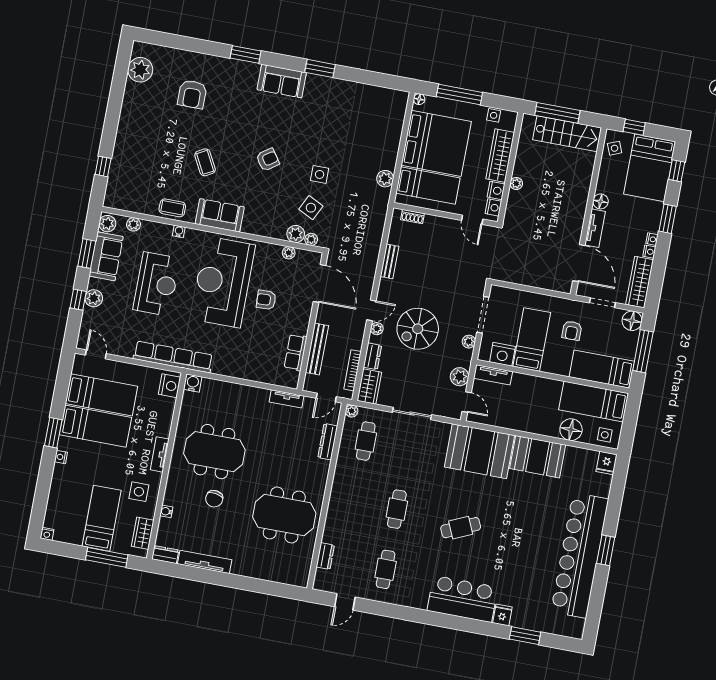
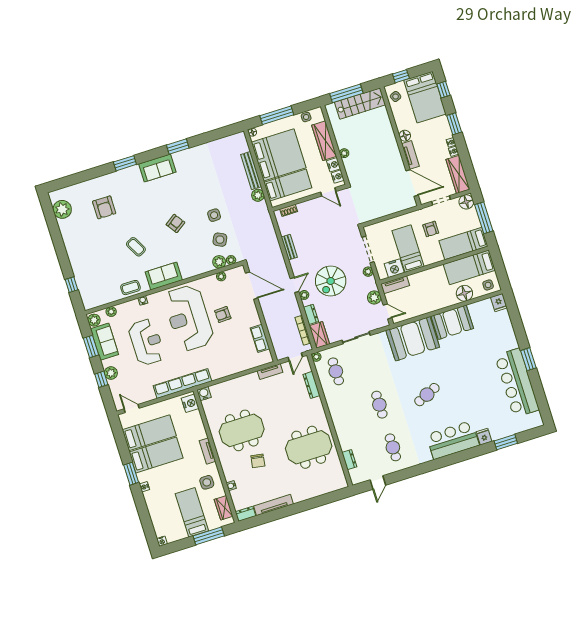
bench: (317, 349) -> (251, 171), moved
bar counter: (580, 555) -> (517, 383), width x0.73

